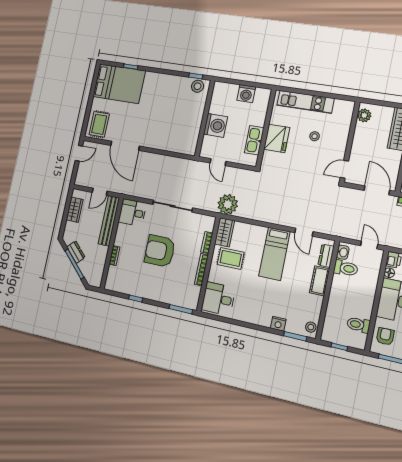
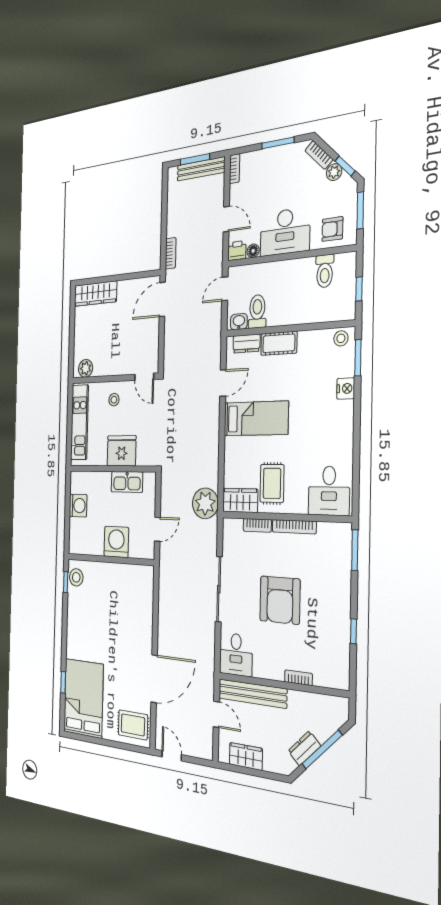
plant: (364, 115) -> (86, 368), moved
wall: (350, 142) -> (114, 378), moved
door: (344, 169) -> (144, 377), moved

